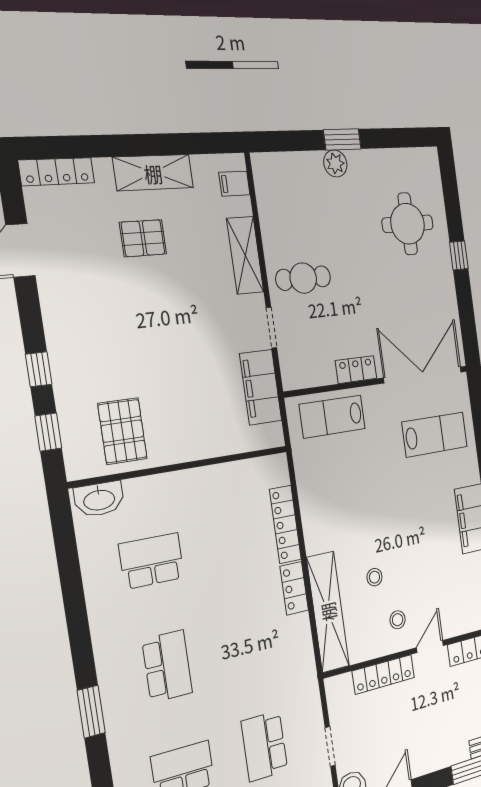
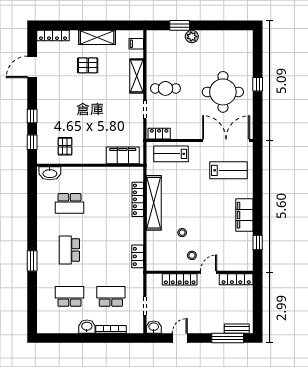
window: (342, 139) -> (180, 25), moved
round table: (408, 224) -> (223, 92), moved, width x1.36, depth x1.36
locker: (356, 370) -> (159, 134), moved
filing cabinet: (261, 387) -> (123, 155), moved, turned 90
pallet: (122, 431) -> (65, 146), width x0.67, depth x0.71
school desk: (152, 561) -> (69, 203), turned 180
locker: (294, 588) -> (138, 256), moved
shelving: (328, 612) -> (154, 203), moved
school desk: (167, 666) -> (69, 250), turned 180
school desk: (264, 746) -> (111, 296), turned 90

